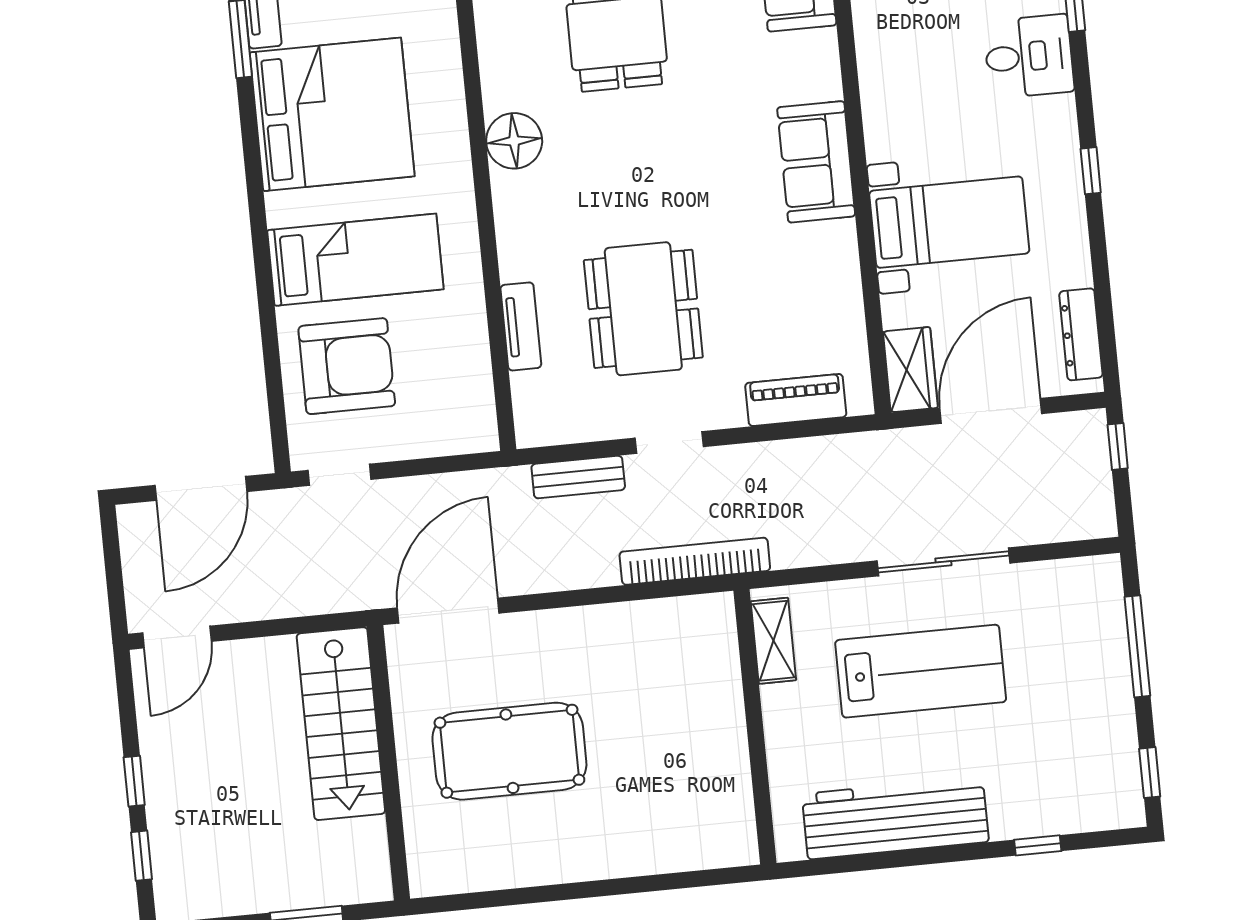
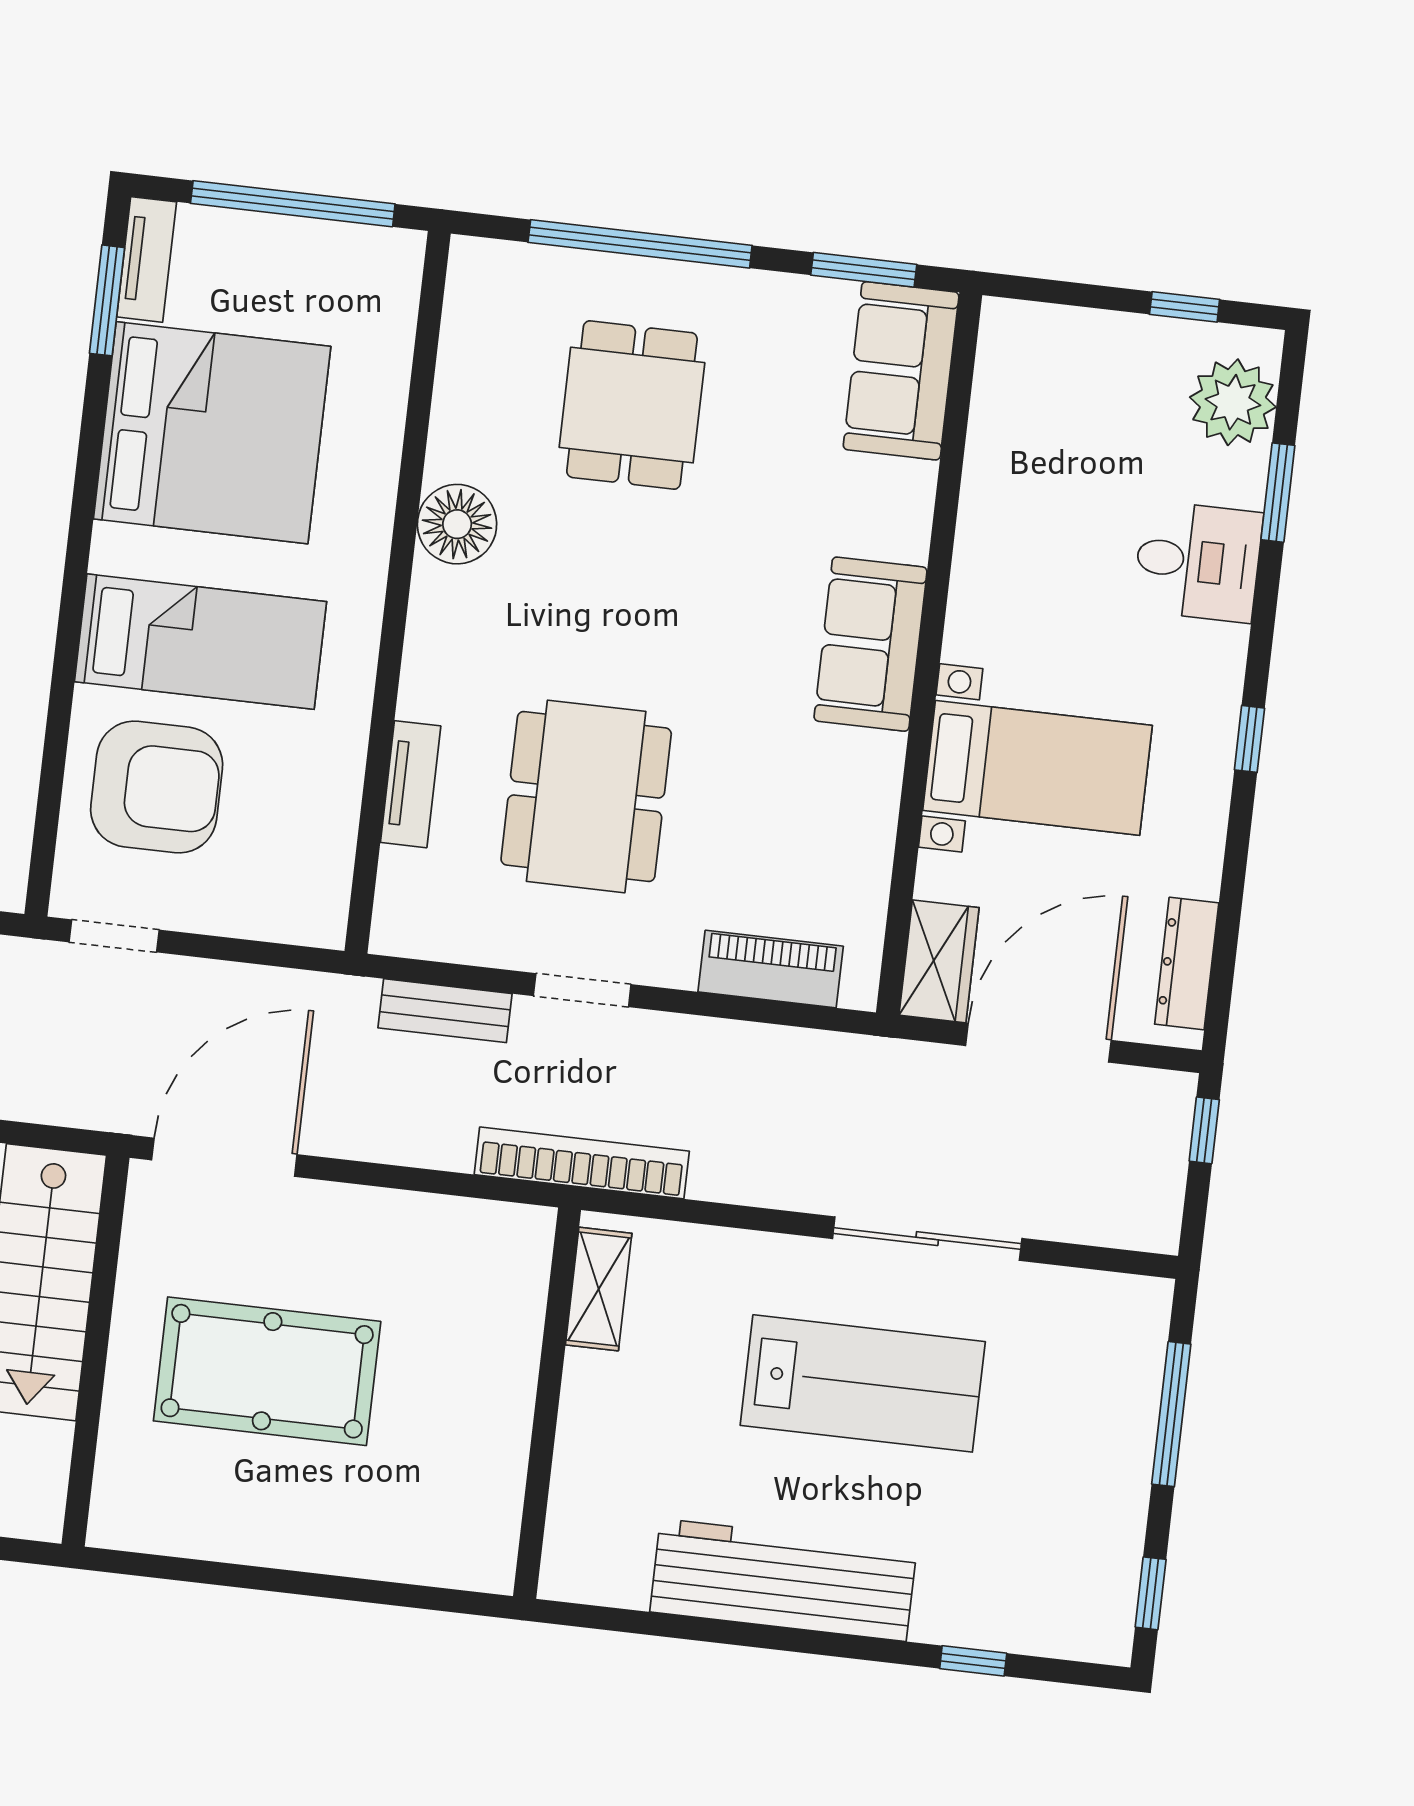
shelving: (773, 641) -> (599, 1289), moved
wall: (755, 727) -> (547, 1403), moved

